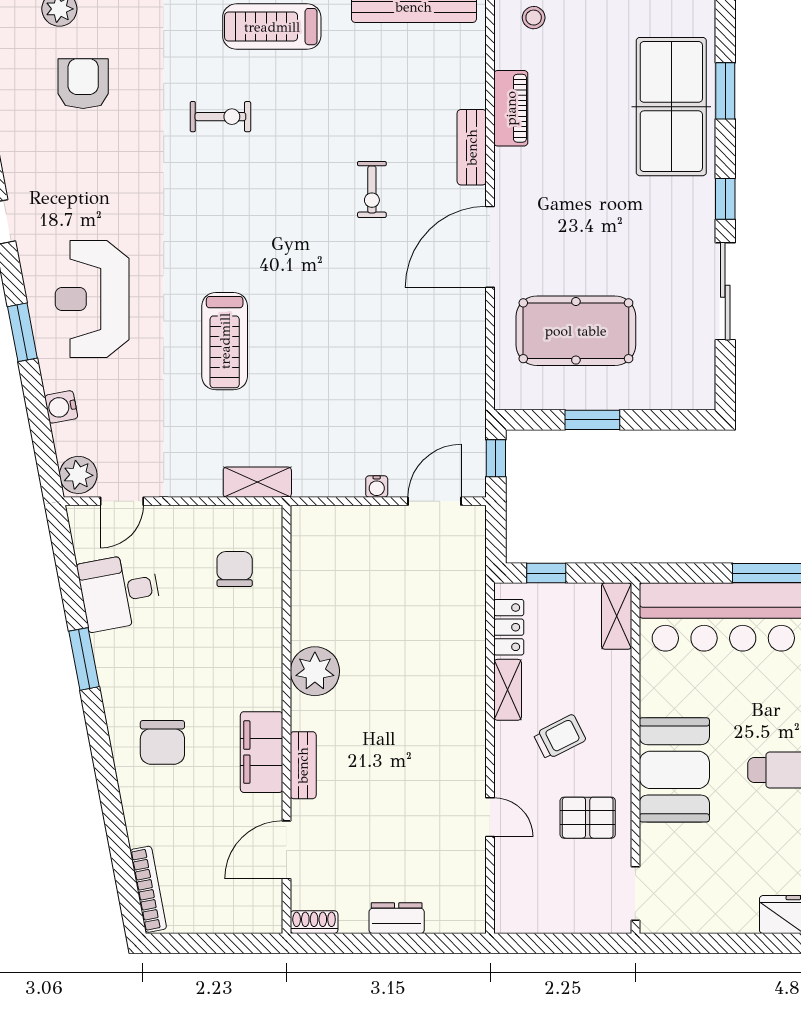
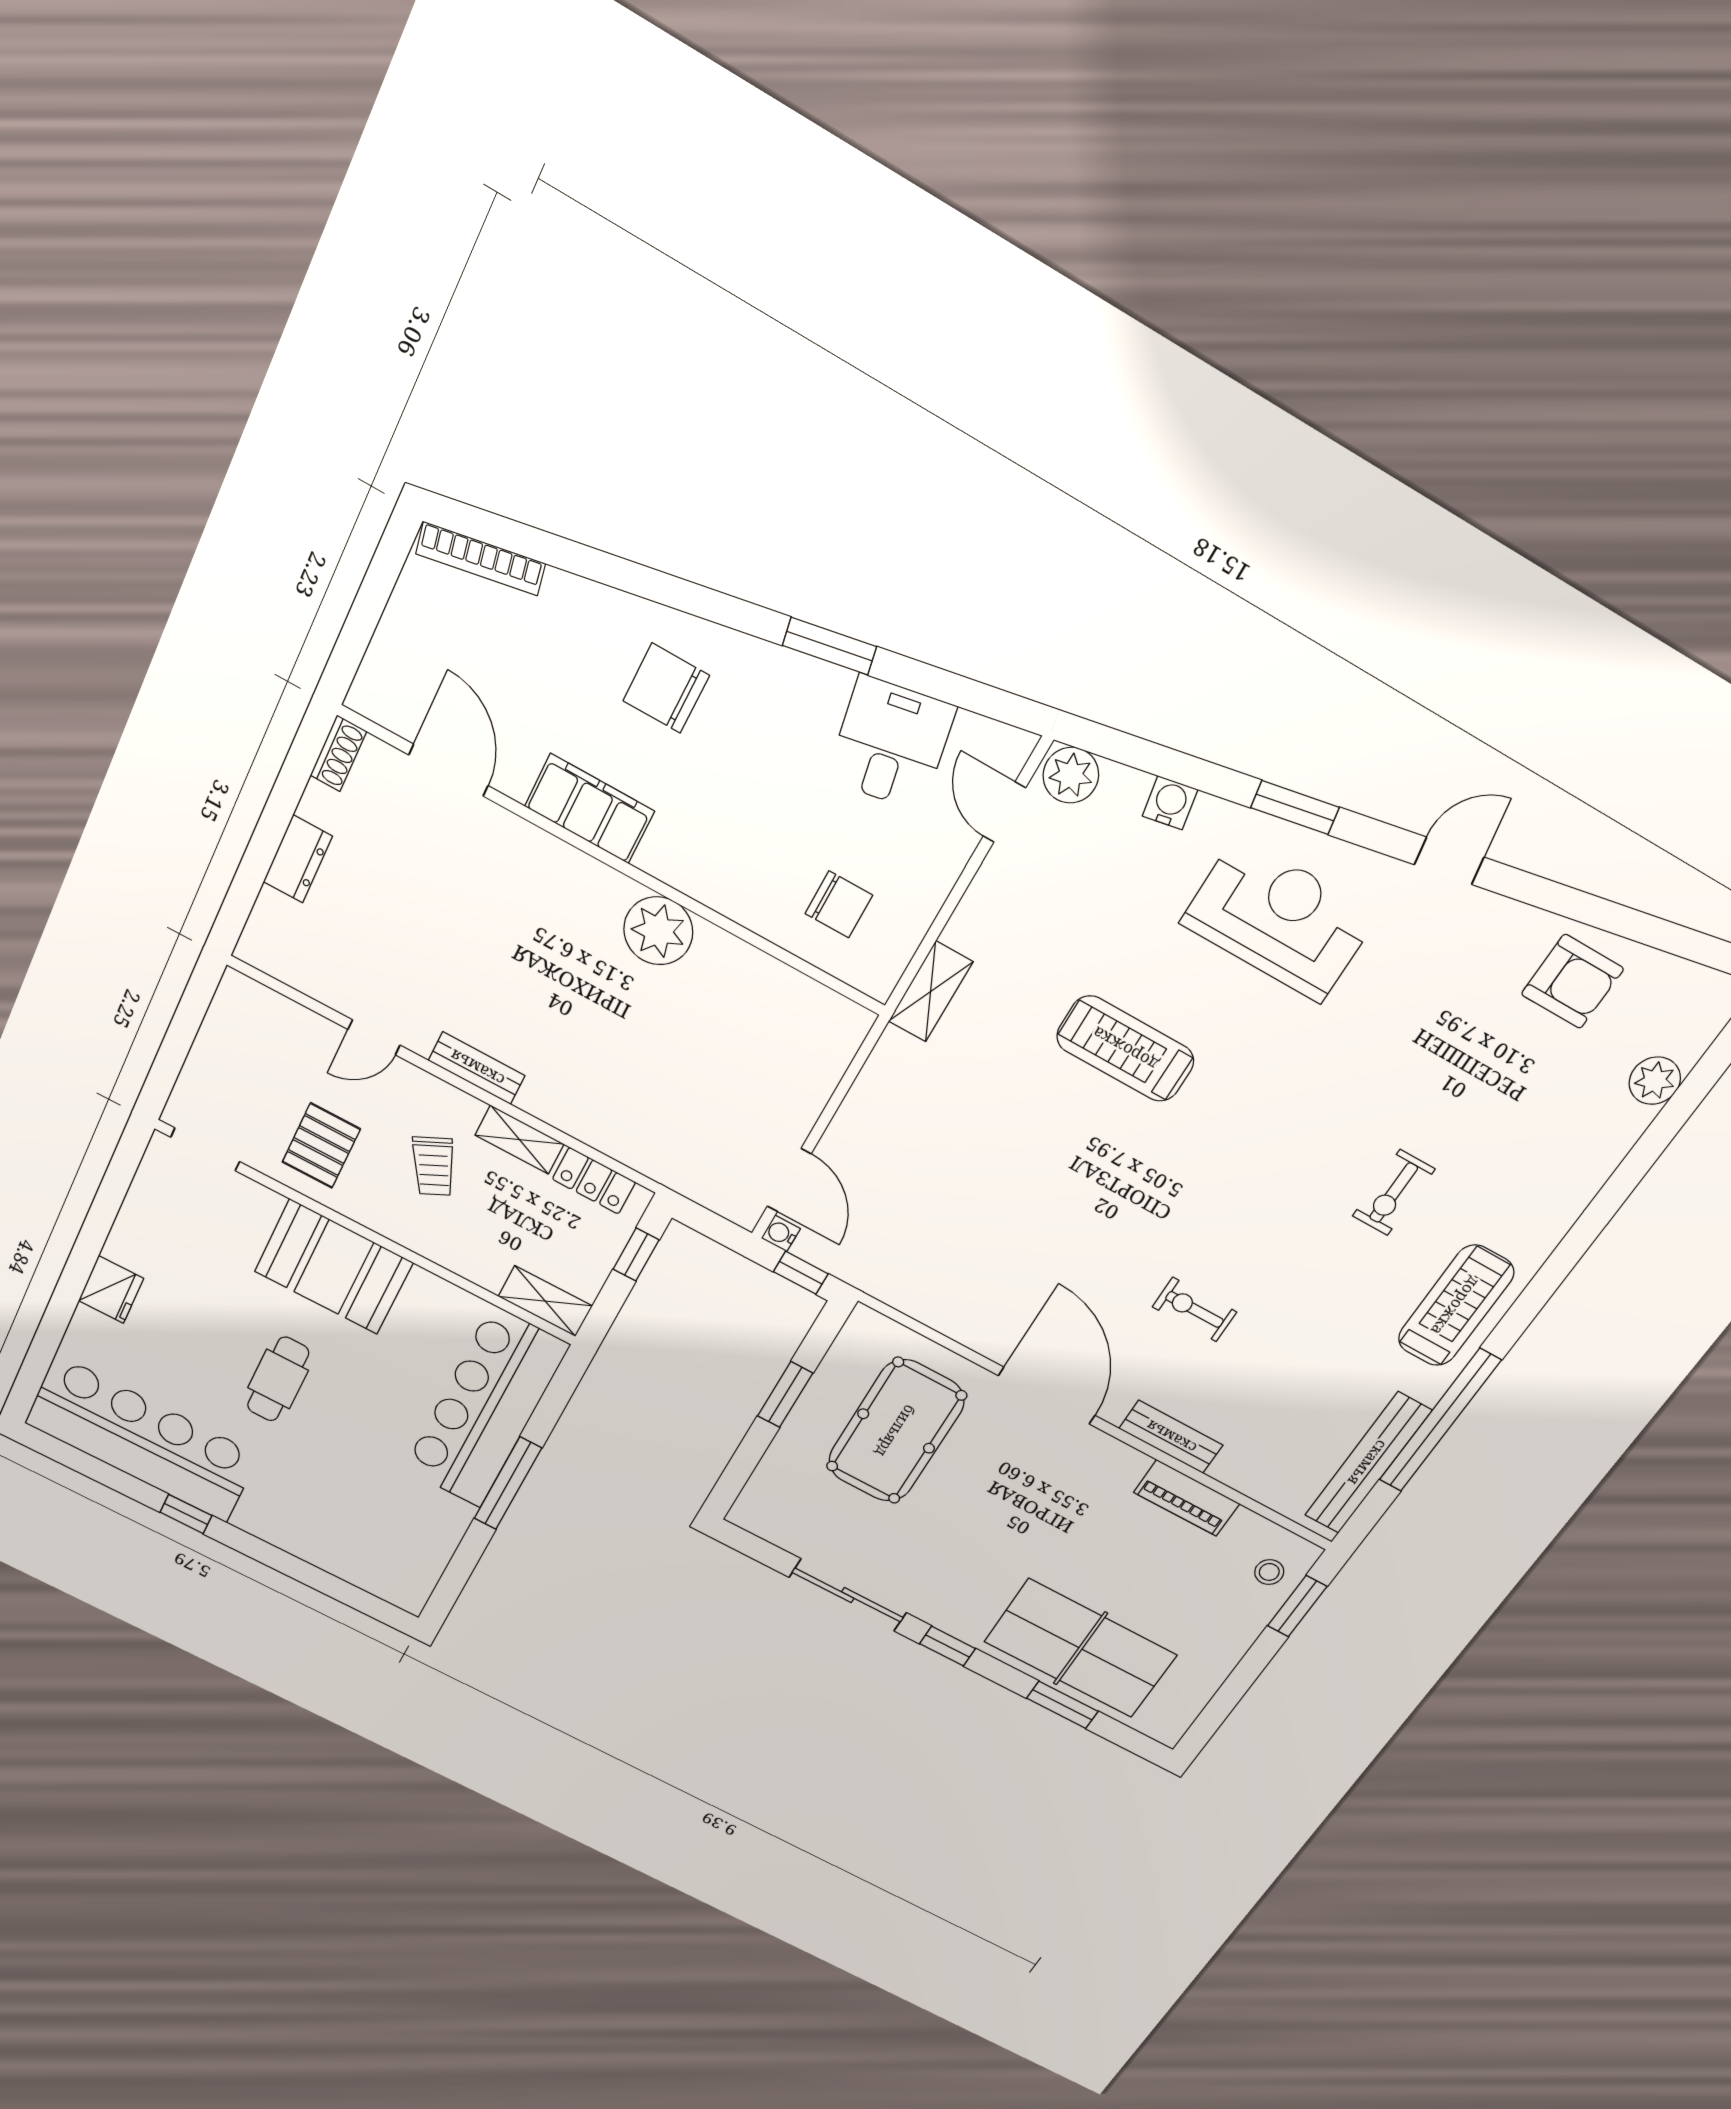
armchair: (83, 84) -> (1572, 981), moved
water cooler: (377, 487) -> (781, 1233), moved
bench: (303, 765) -> (477, 1068), moved

